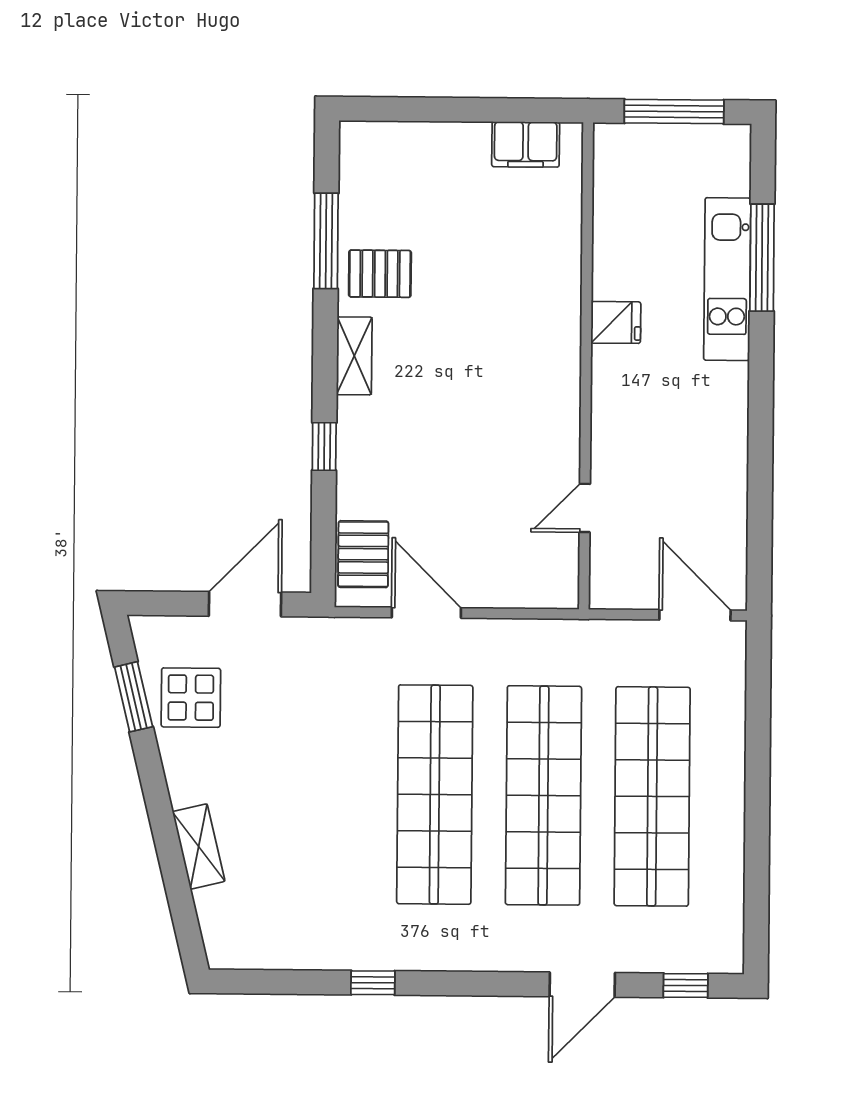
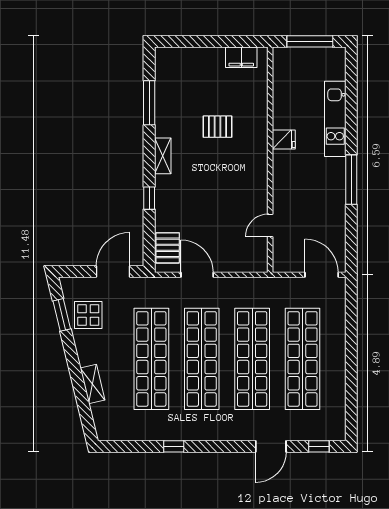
window: (762, 258) -> (351, 180), moved
pallet: (380, 274) -> (217, 127), moved
shop shelf: (326, 794) -> (151, 359), added

